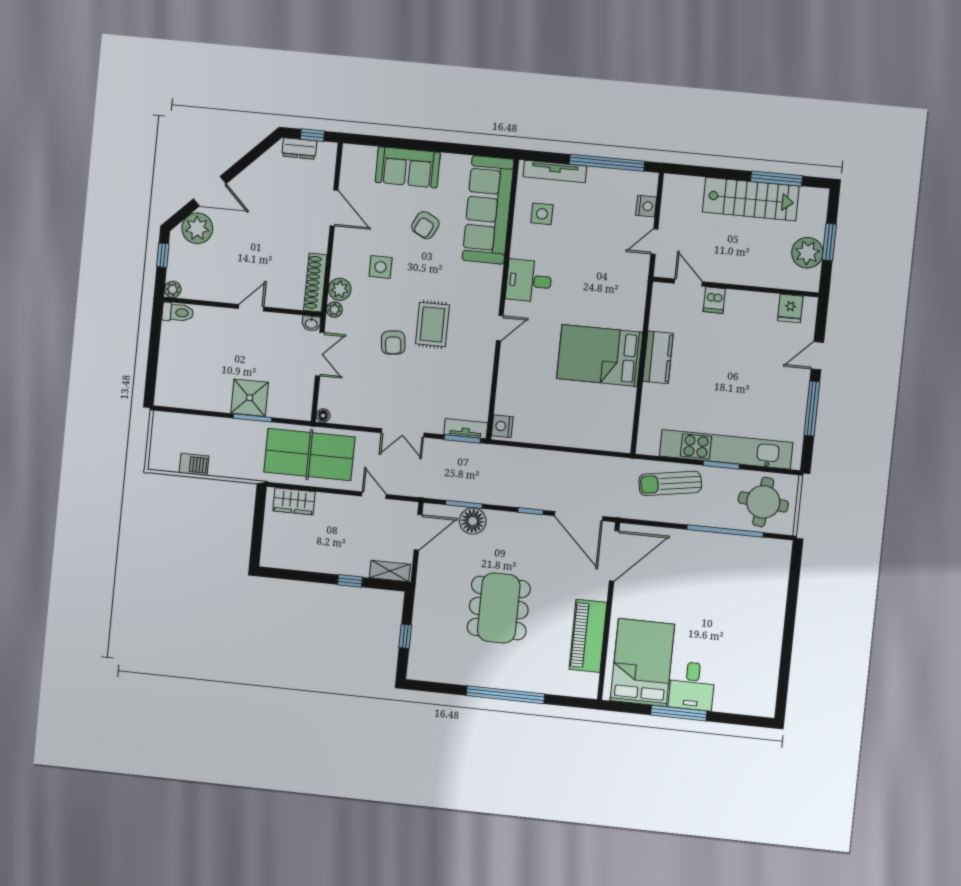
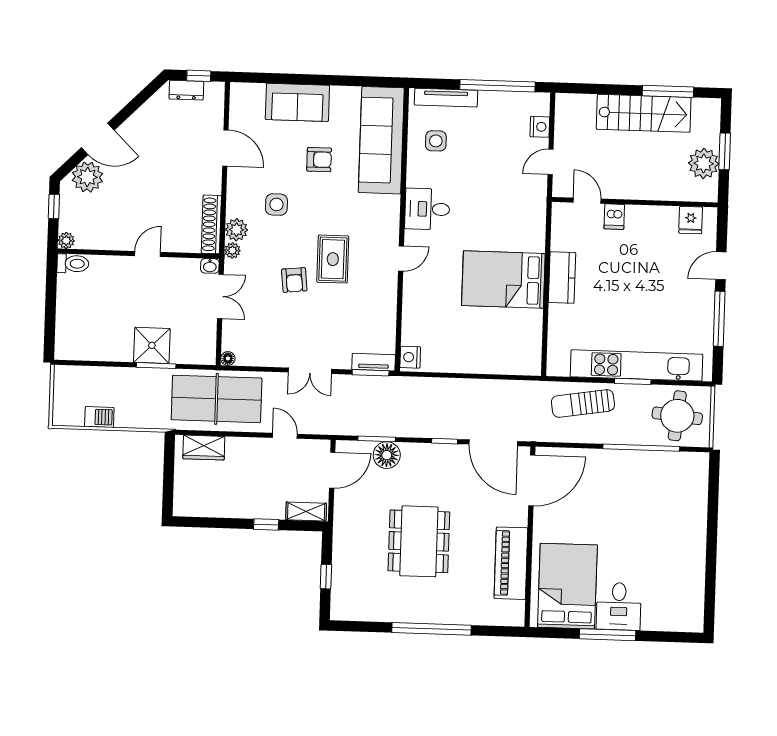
armchair: (425, 225) -> (319, 160), turned -117

